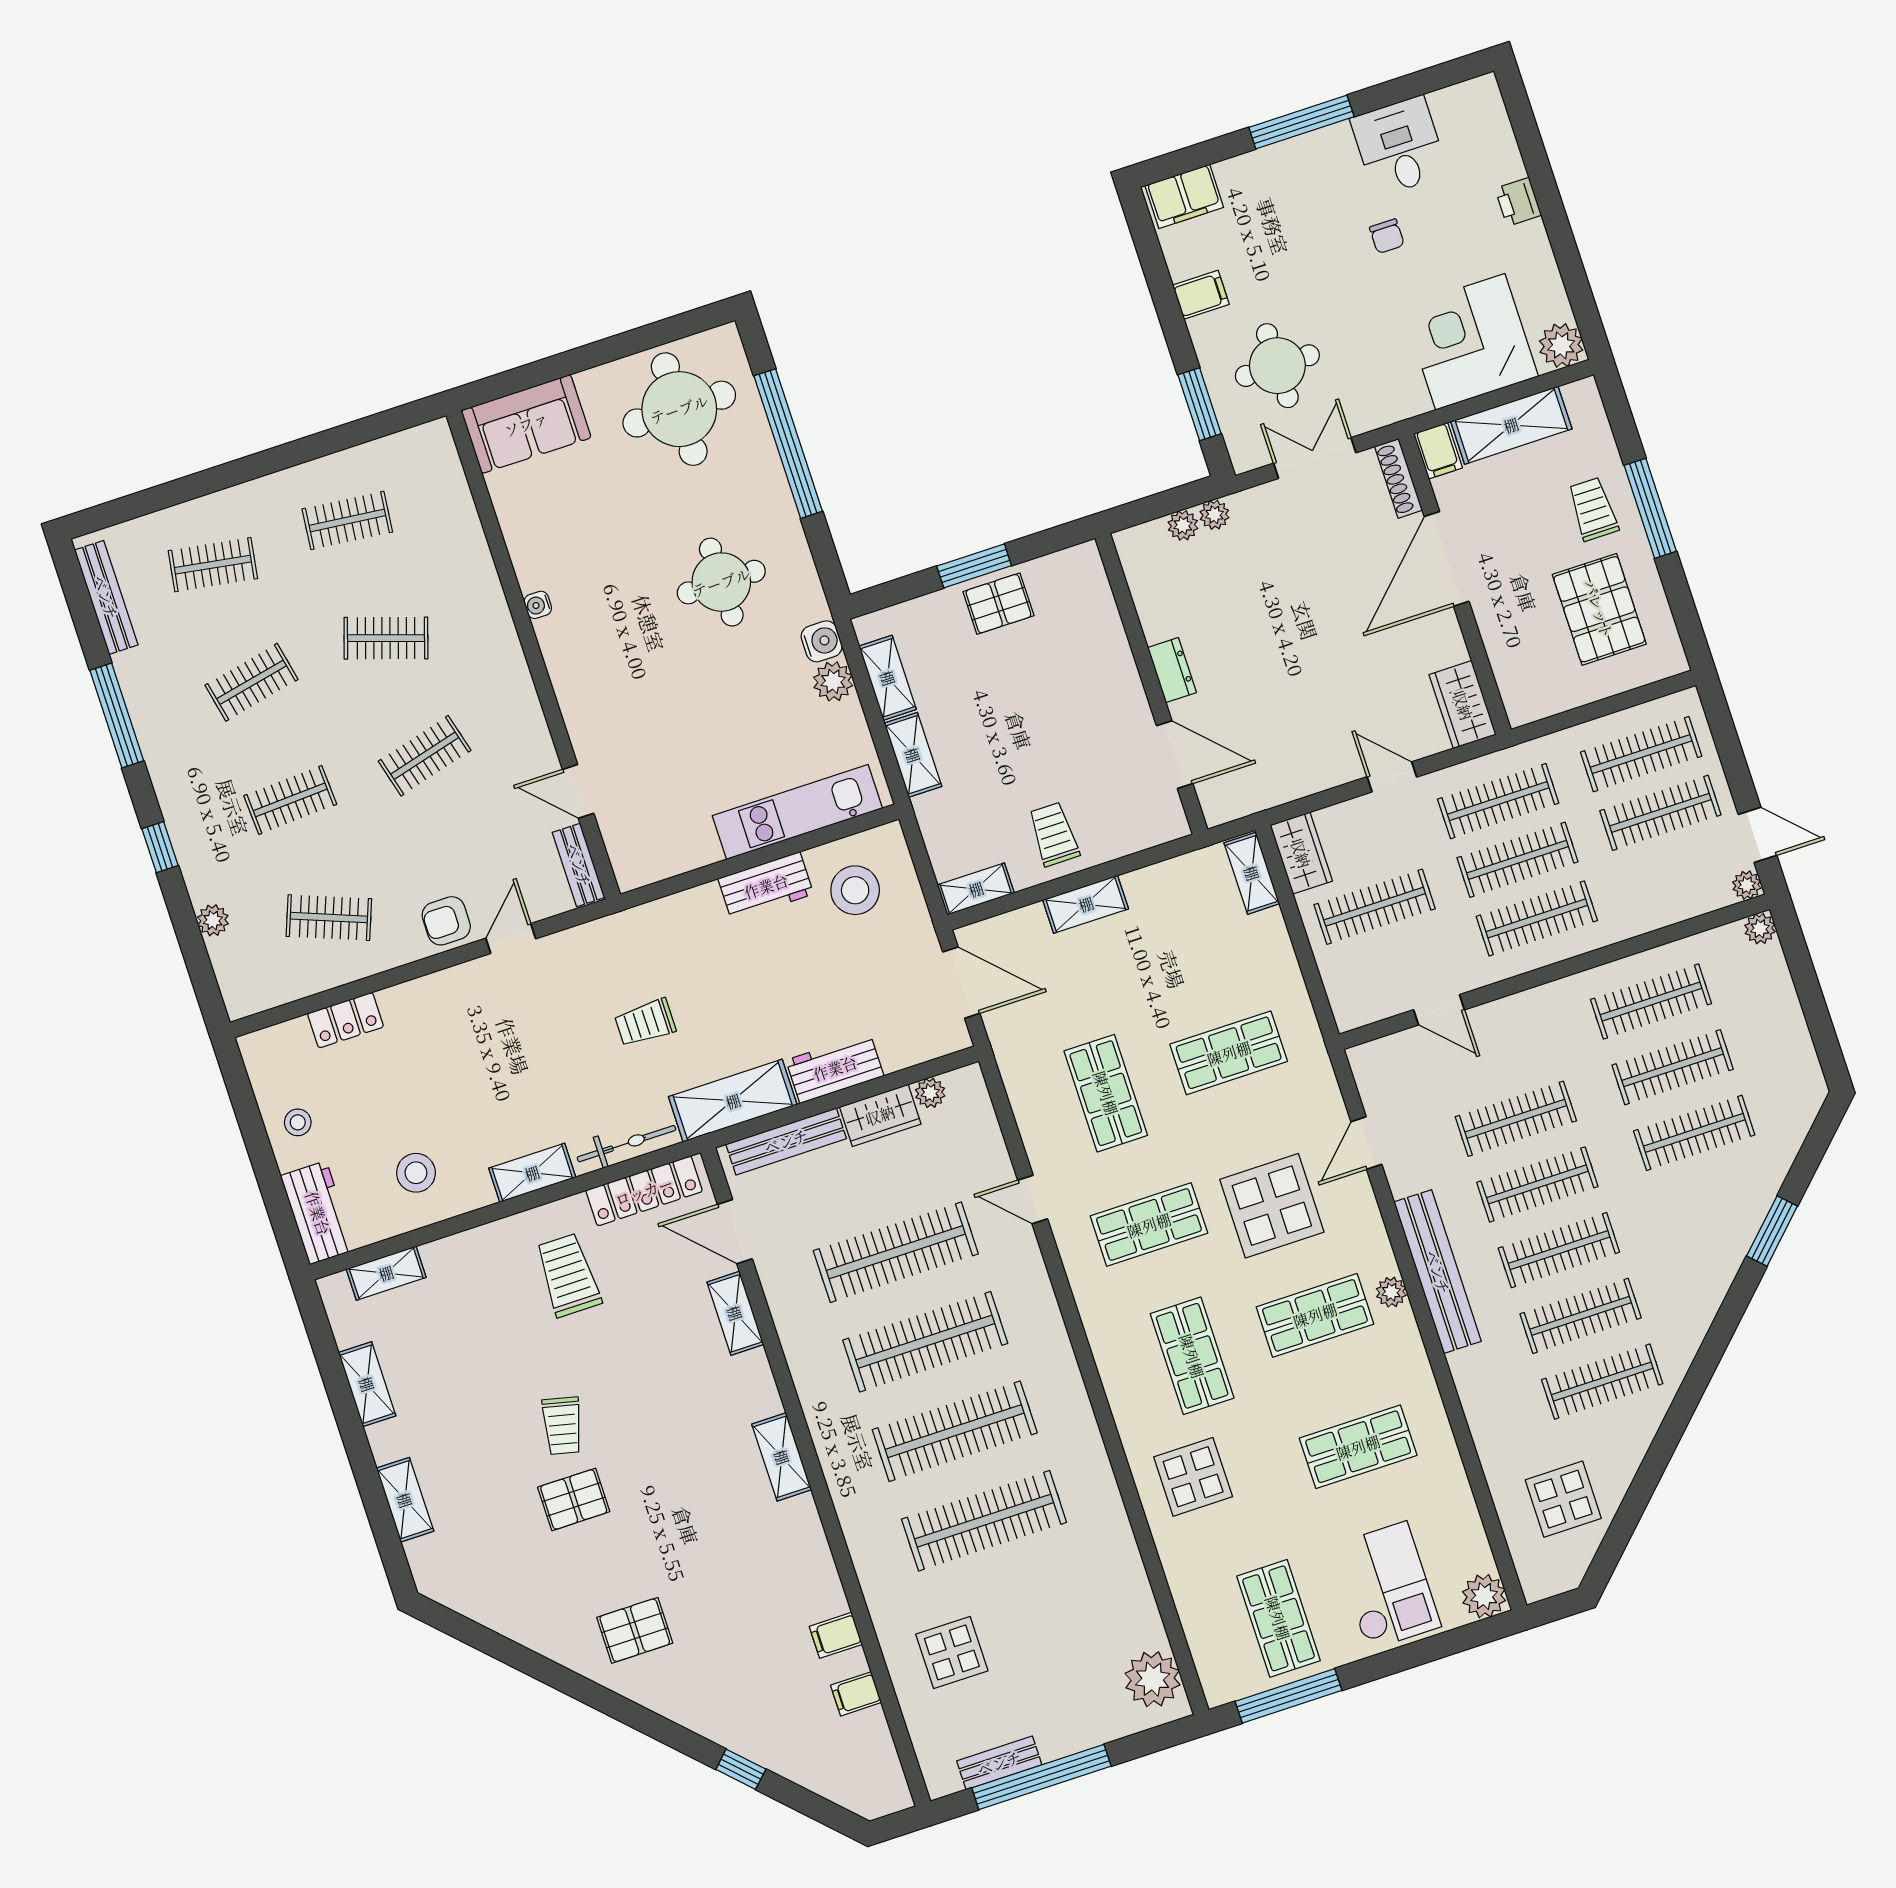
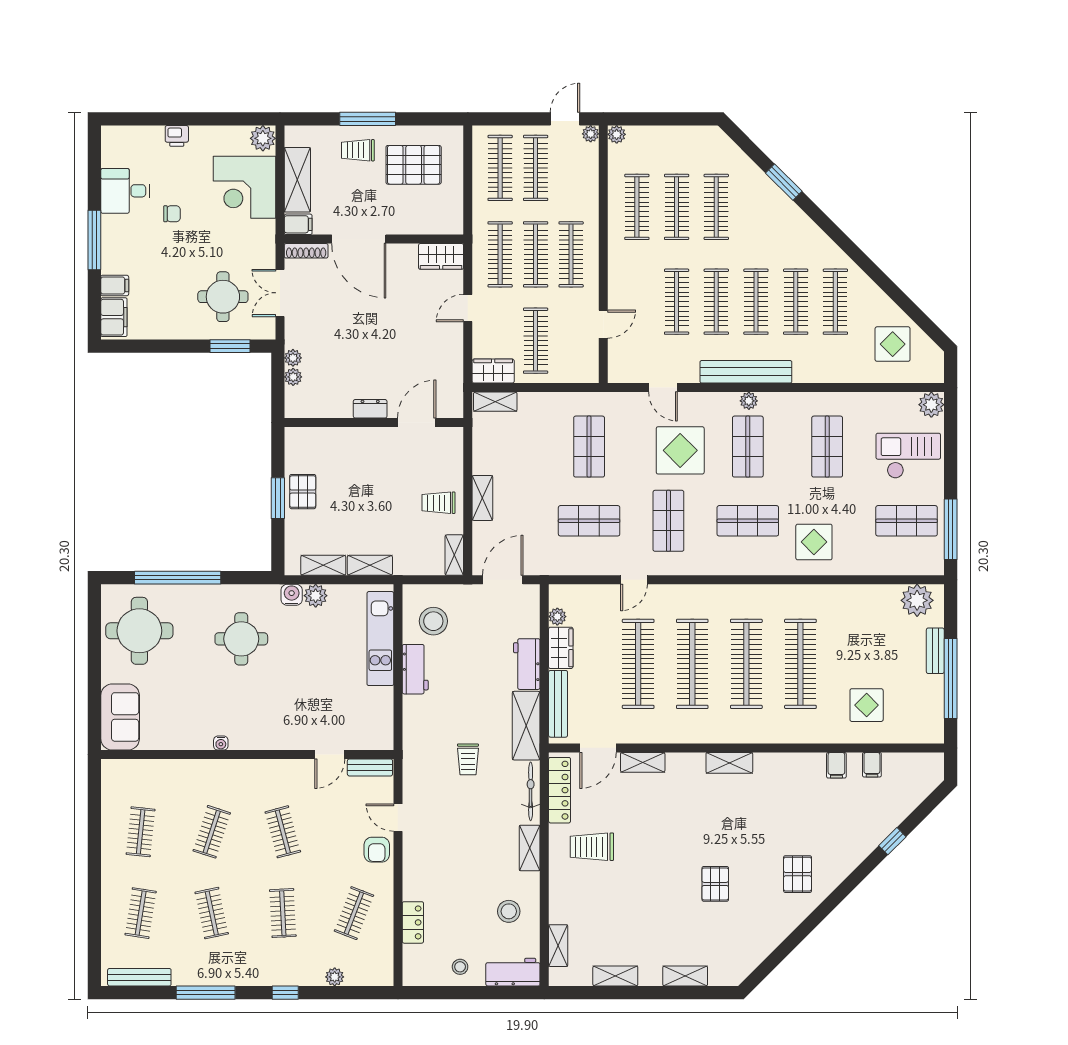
filing cabinet: (1201, 295) -> (115, 285), moved, turned 90
trolley: (562, 1426) -> (673, 877), removed
bench: (999, 1763) -> (935, 651), moved

